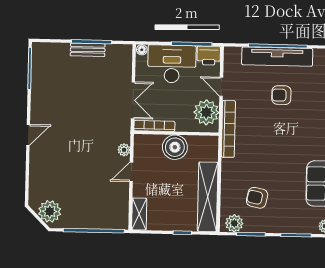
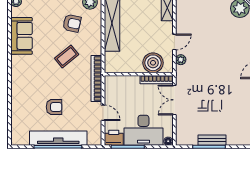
plant: (206, 112) -> (115, 92), removed
boiler: (175, 147) -> (153, 63), moved
coffee table: (264, 157) -> (67, 56), added

